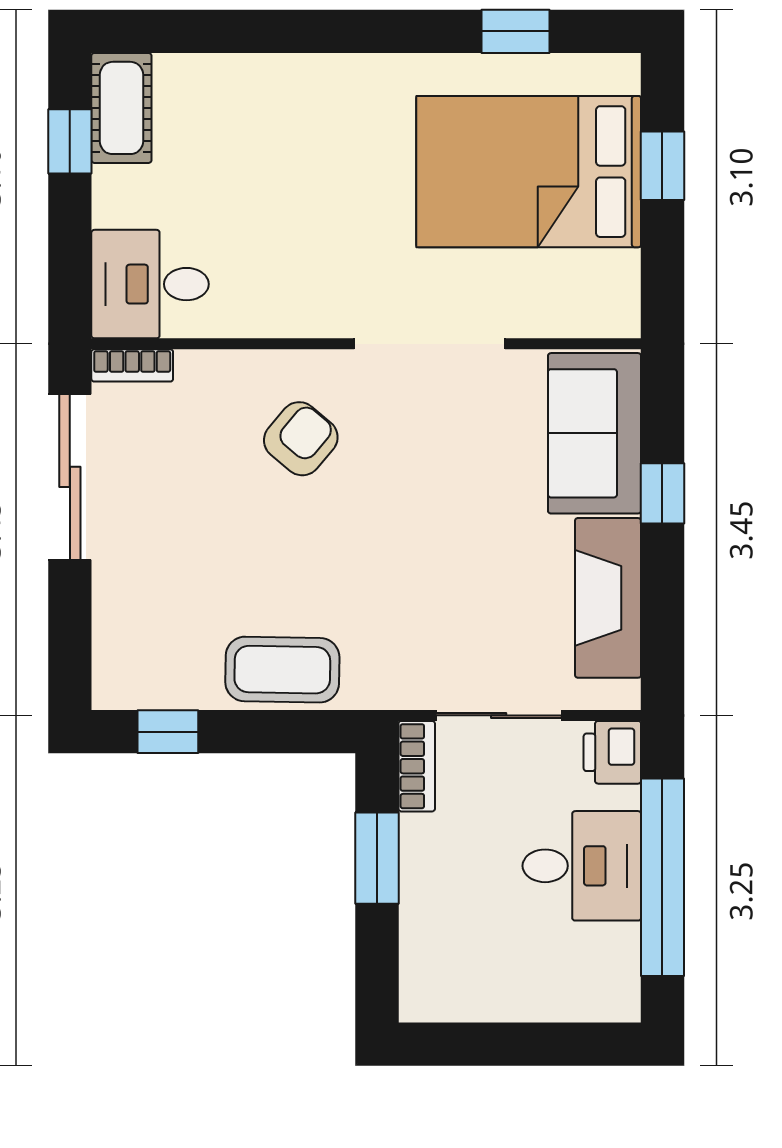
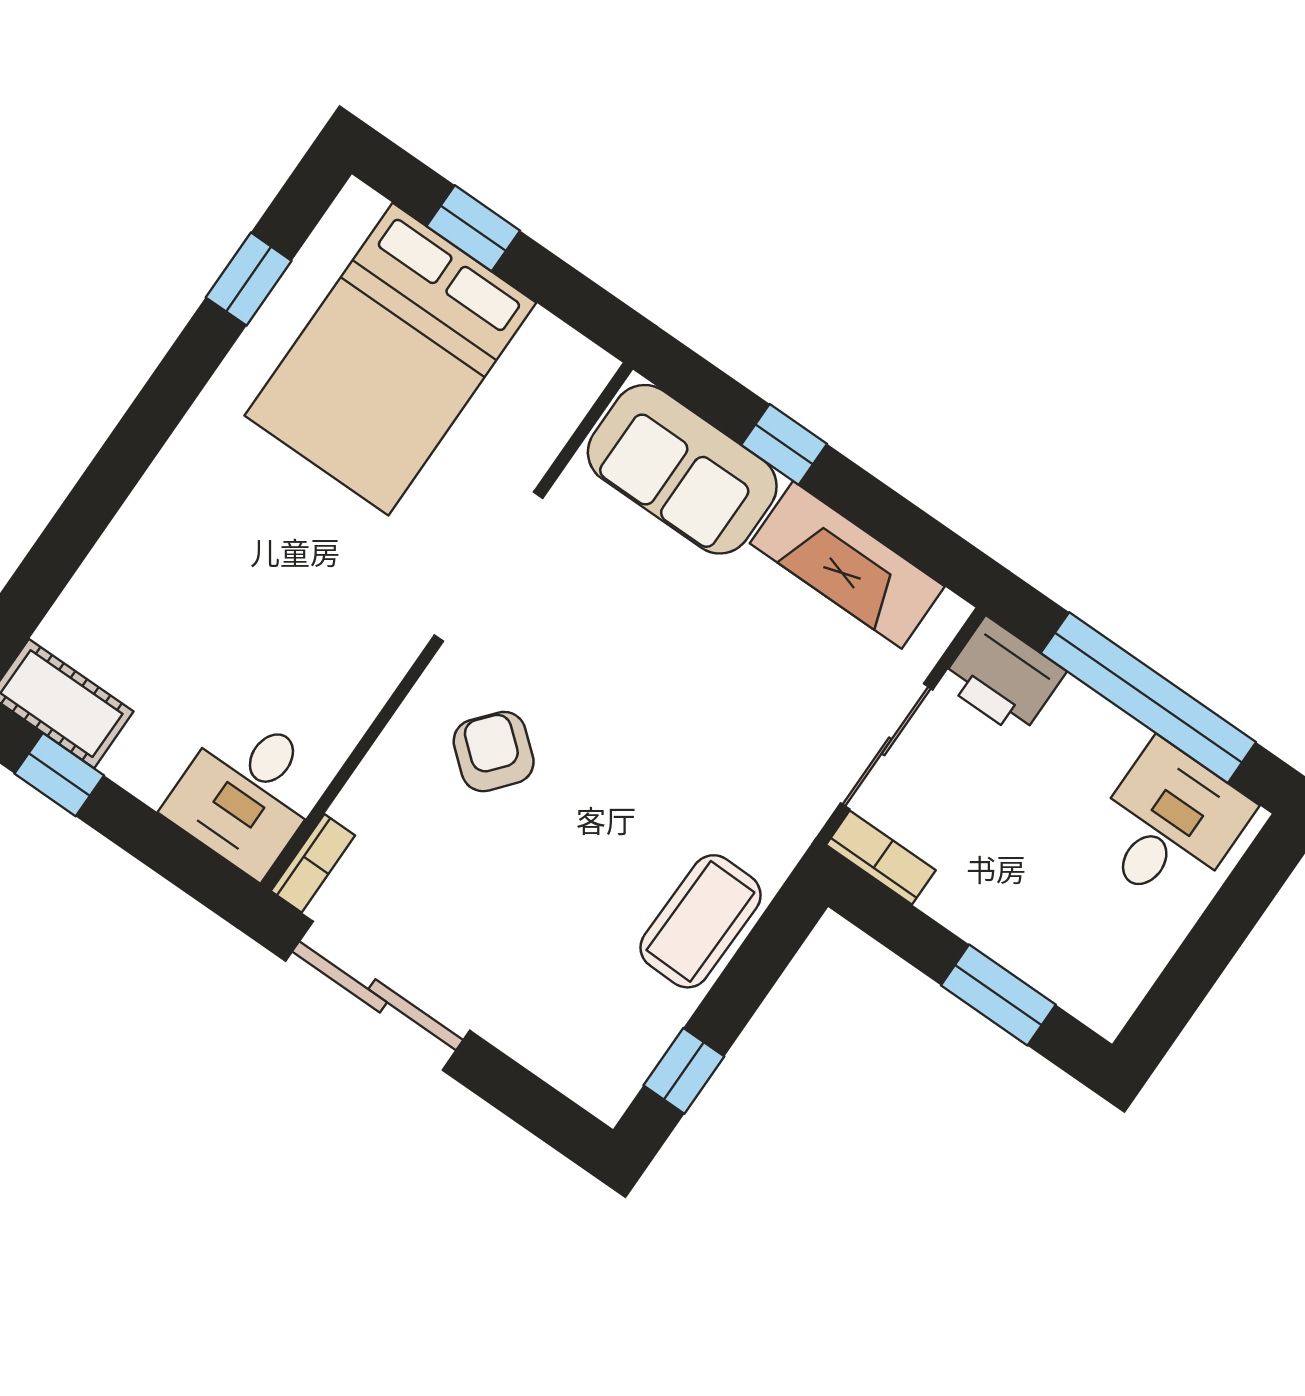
printer: (612, 752) -> (1003, 677), width x1.36, depth x1.24
window: (377, 858) -> (998, 995), moved
desk: (582, 866) -> (1169, 825), moved

